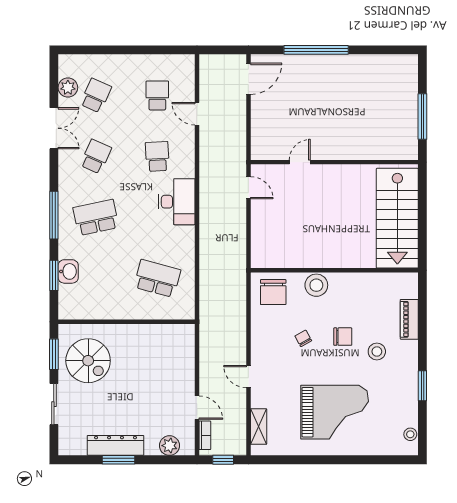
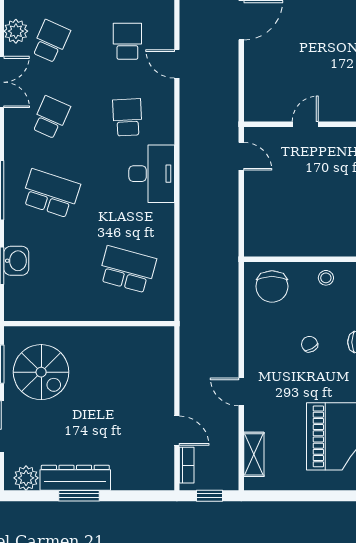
school desk: (96, 217) -> (51, 193), turned 30
stool: (316, 285) -> (326, 278), width x0.53, depth x0.53
plant: (169, 446) -> (26, 478), moved

